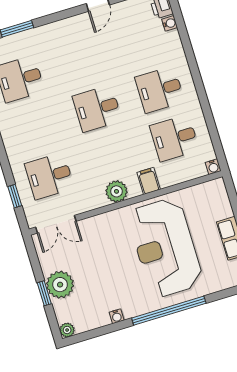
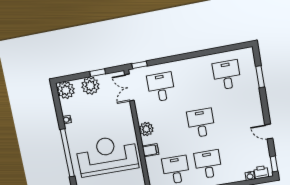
window: (15, 196) -> (139, 65), moved
window: (44, 293) -> (98, 73), moved
plant: (67, 330) -> (66, 90), width x1.88, depth x1.88

